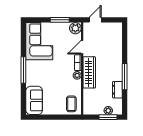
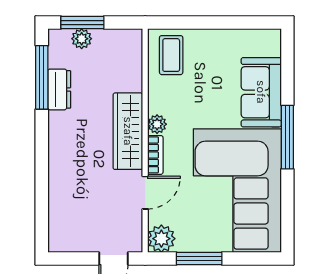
corner sofa: (39, 41) -> (237, 191), width x1.36, depth x1.36
window: (125, 77) -> (42, 77), moved
sofa: (34, 100) -> (261, 92), moved

